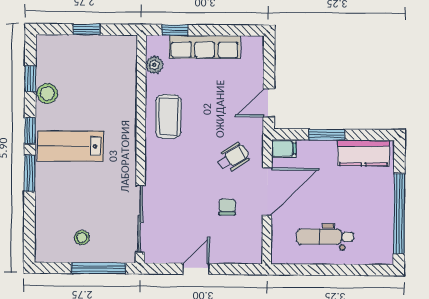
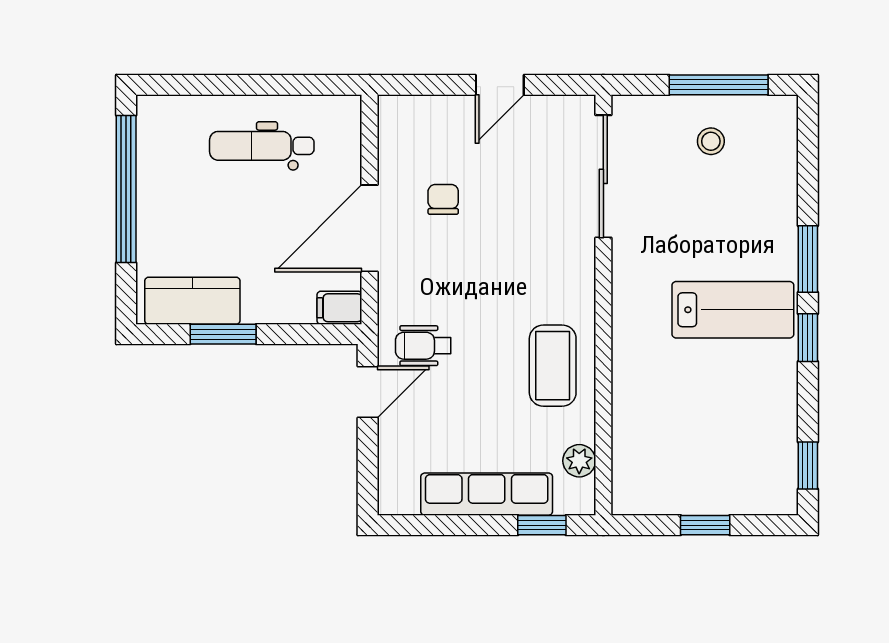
window: (30, 79) -> (808, 465), moved
stool: (47, 93) -> (776, 406), removed
window: (327, 135) -> (223, 334), moved
wheelchair: (233, 158) -> (423, 346), moved, turned 32
chair: (227, 207) -> (443, 199), turned 180
dental chair: (325, 237) -> (262, 146), turned 180
window: (98, 268) -> (719, 85), moved

